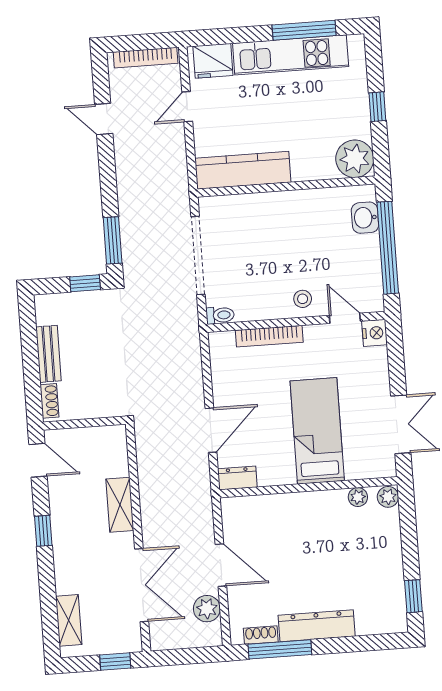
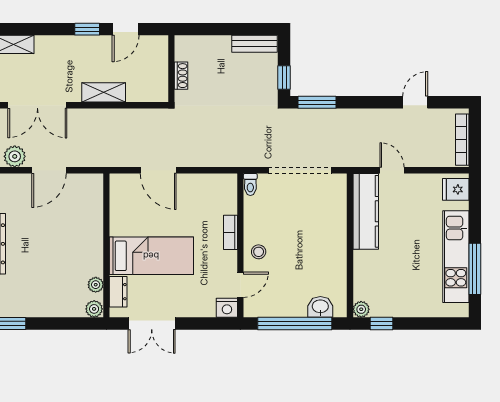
fridge: (213, 61) -> (456, 189), width x0.72
door: (187, 107) -> (392, 170), moved
window: (377, 107) -> (382, 323), moved
plant: (355, 159) -> (361, 309), width x0.53, depth x0.53
bookcase: (269, 336) -> (230, 232), width x0.64
bench: (48, 354) -> (255, 44), moved
shoe rack: (49, 401) -> (181, 76), moved, turned -90
door: (38, 460) -> (126, 29), moved
dresser: (237, 478) -> (118, 292), moved

